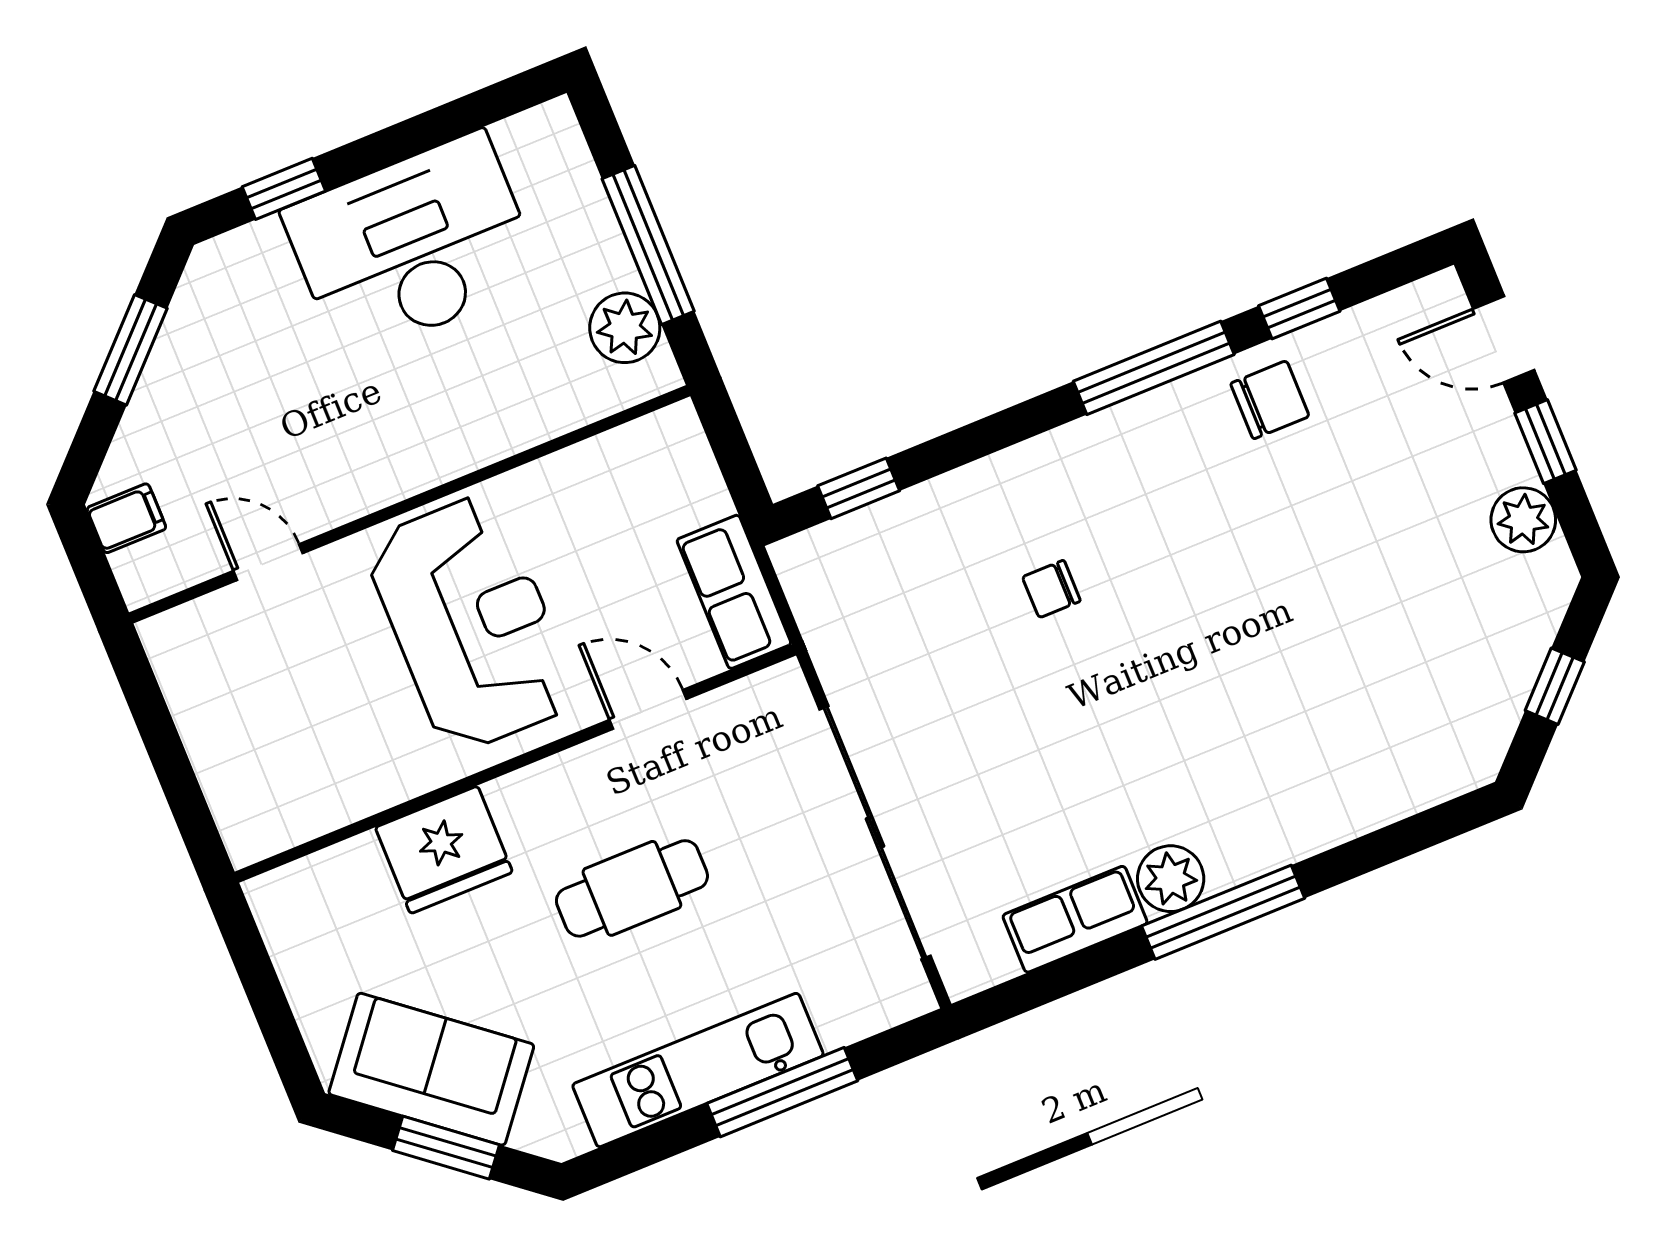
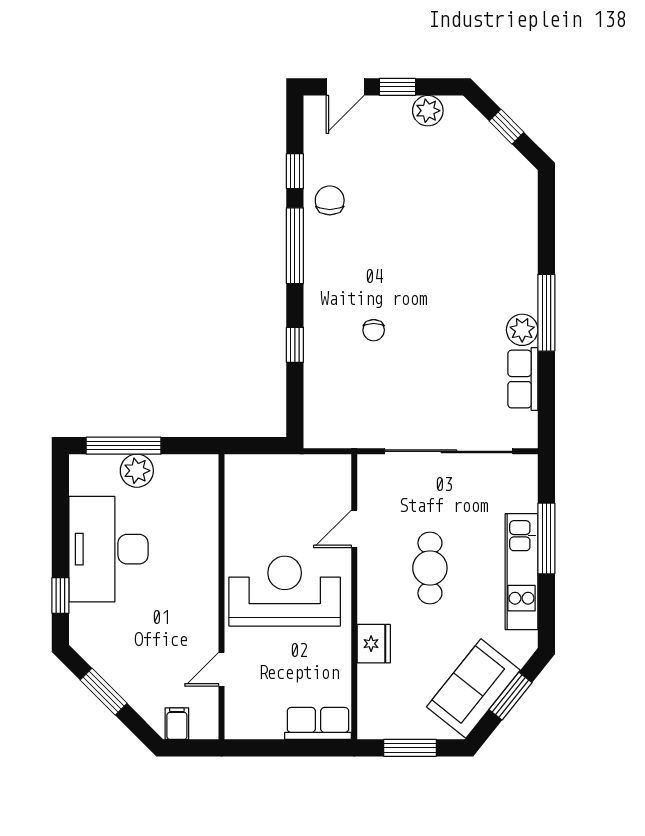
window: (648, 245) -> (124, 446), moved
plant: (625, 328) -> (137, 471), moved
window: (859, 488) -> (295, 345), moved
row of seats: (734, 592) -> (318, 723), moved, turned 180
fridge: (444, 850) -> (374, 644), width x0.73, depth x0.75
window: (265, 993) -> (410, 748), added

